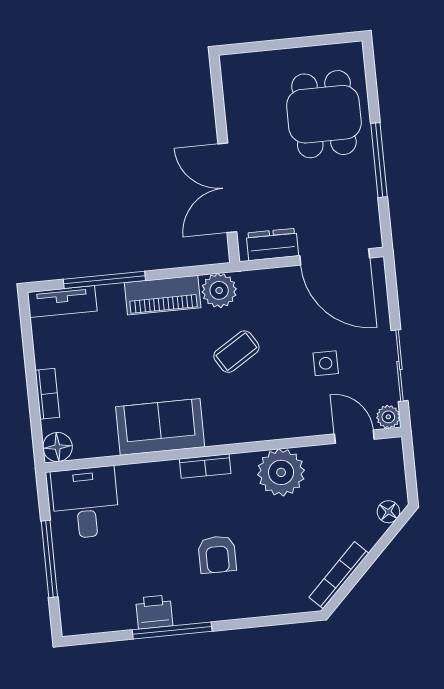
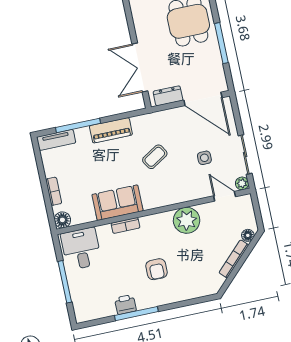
plant: (219, 290) -> (142, 124), removed
bookcase: (205, 466) -> (125, 225), moved
bookcase: (339, 575) -> (234, 259), moved

